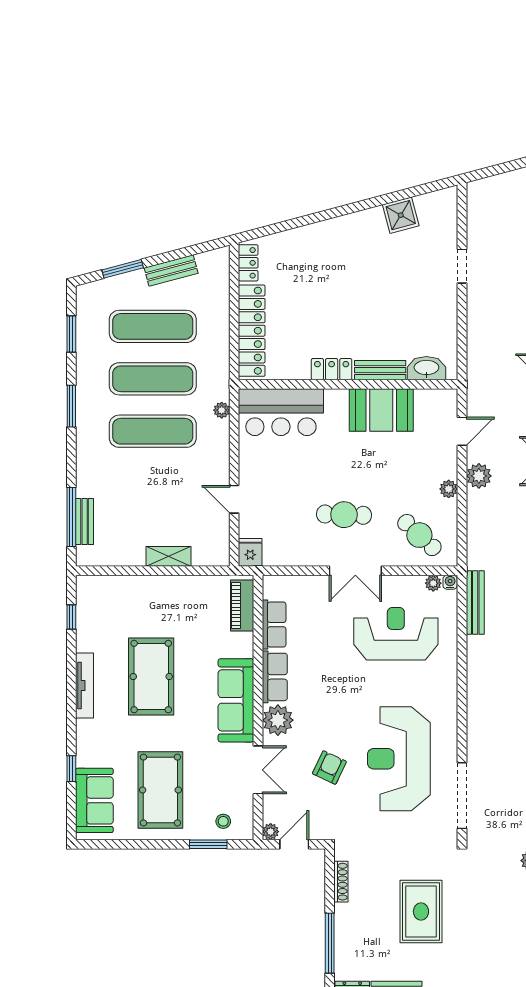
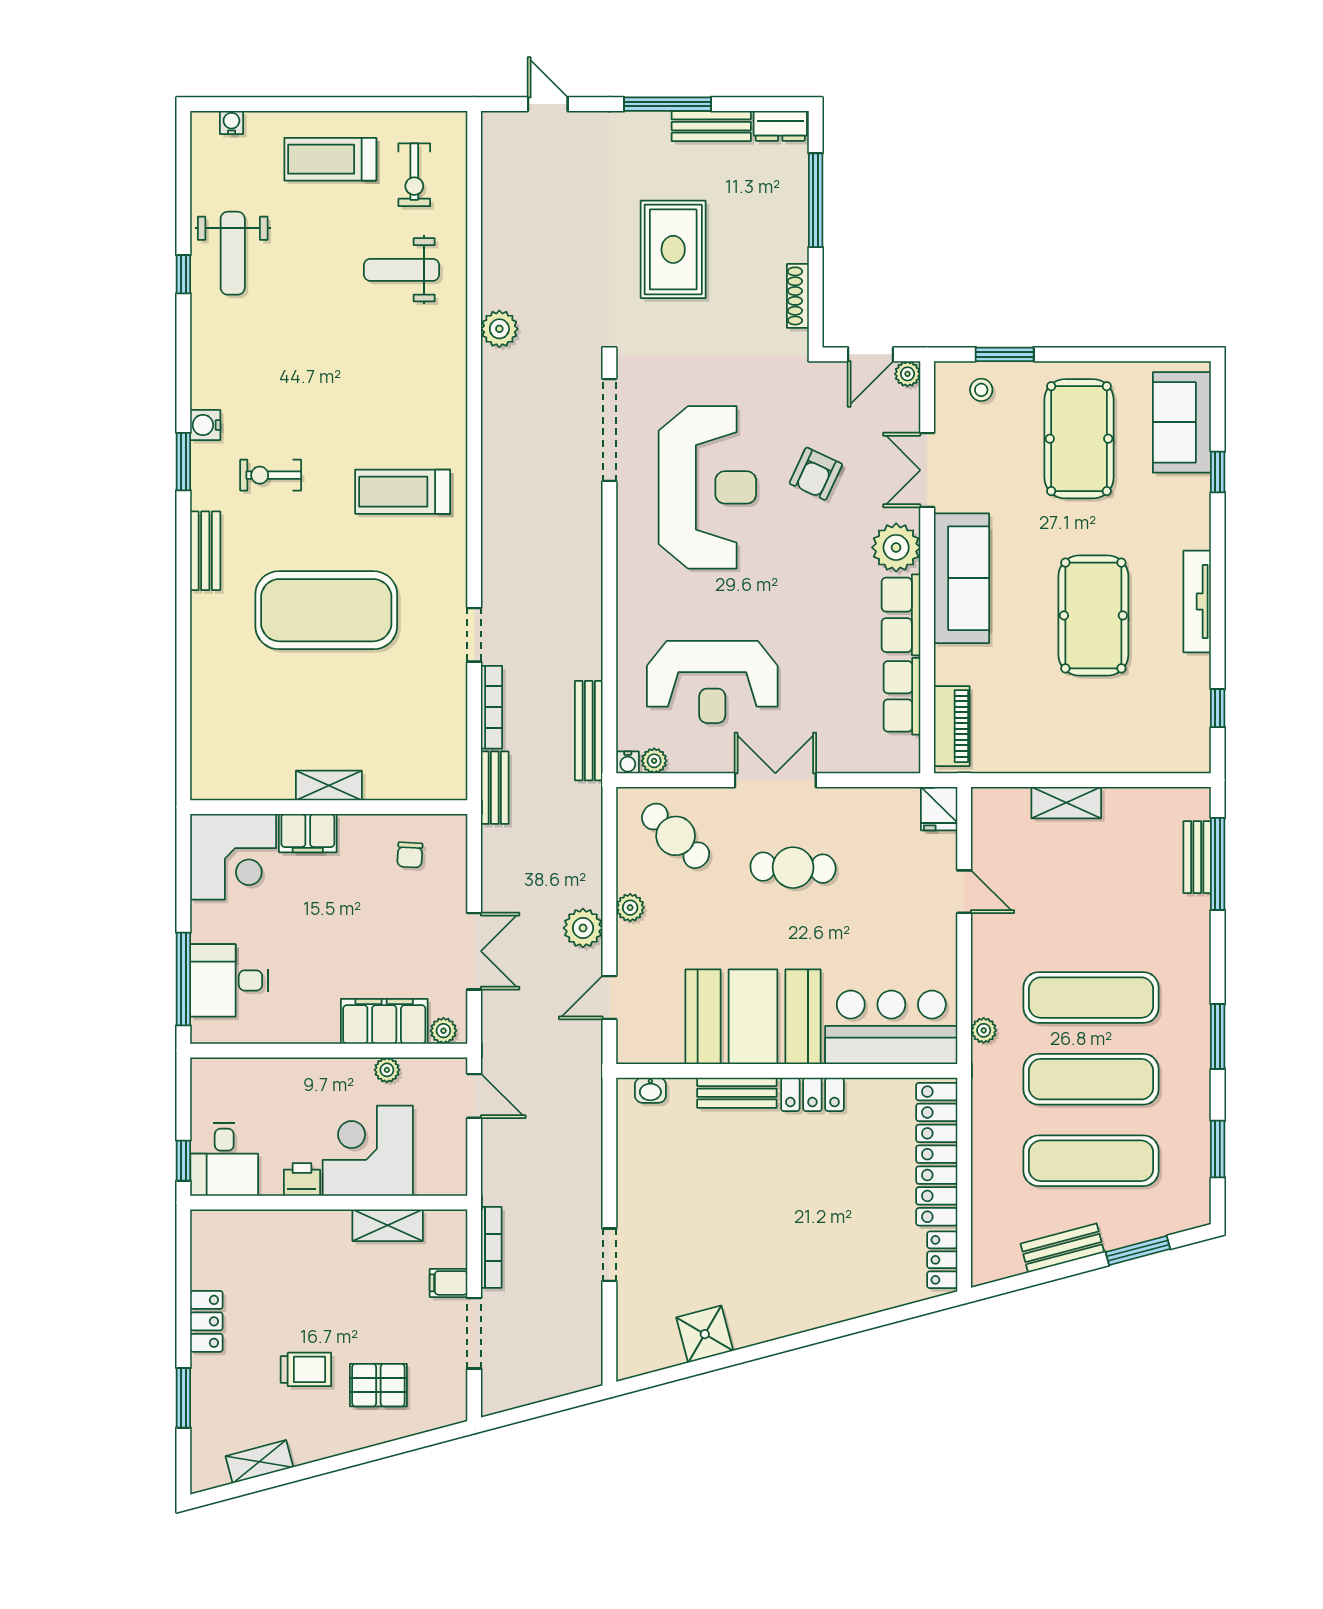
washbasin: (426, 368) -> (650, 1090), width x0.52, depth x0.69
booth: (381, 410) -> (753, 1017), width x1.36, depth x1.42

